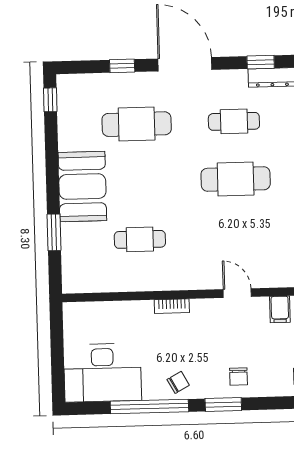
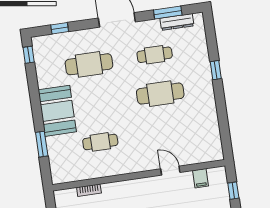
window: (261, 62) -> (168, 13), width x1.50
window: (122, 66) -> (60, 28), moved
bookcase: (172, 306) -> (89, 190), moved

